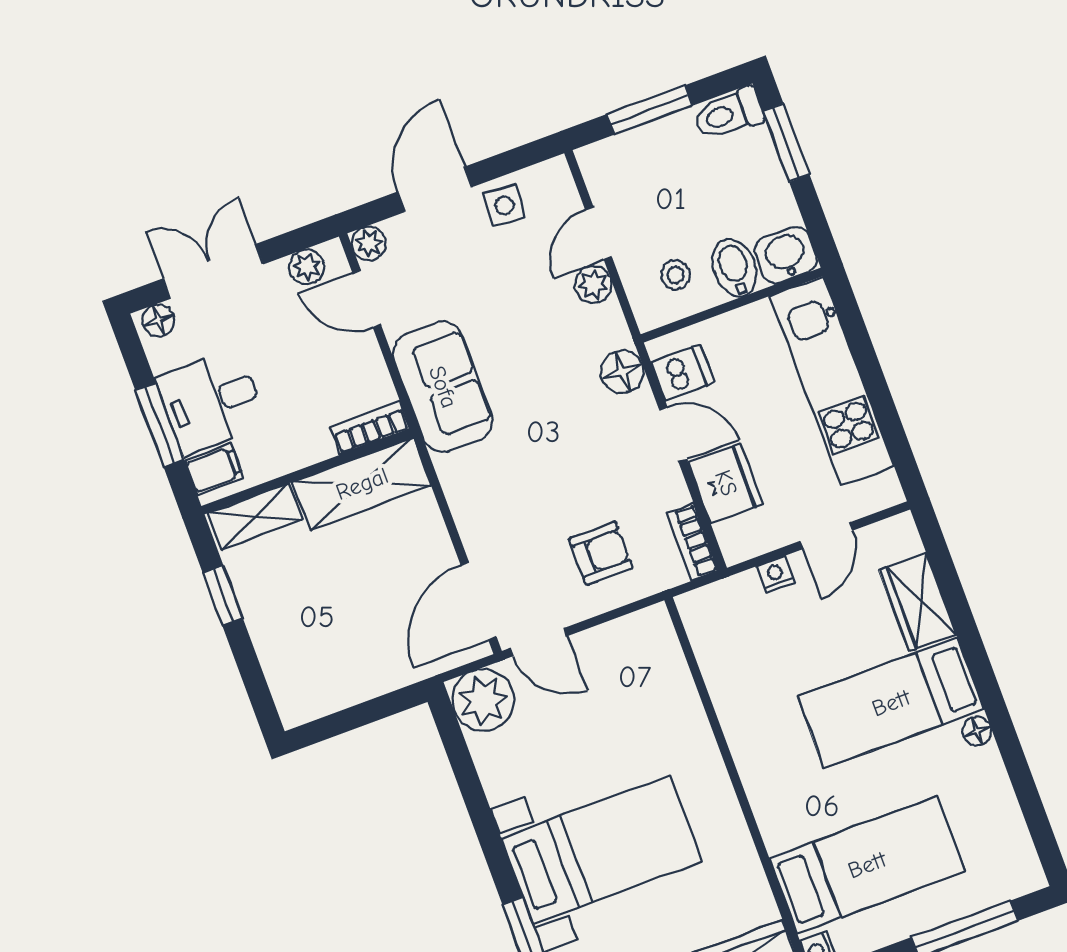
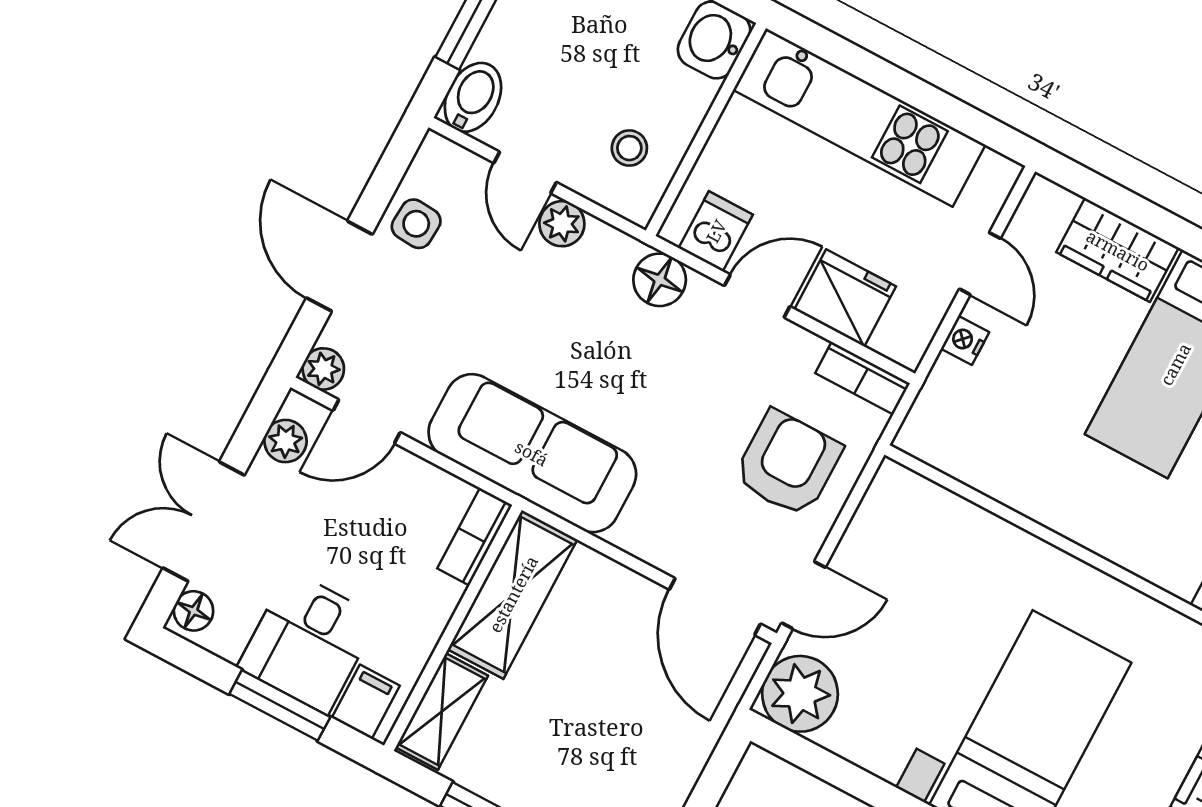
bidet: (734, 268) -> (473, 97), moved, turned 90
sofa: (443, 387) -> (532, 453), width x1.36
armchair: (601, 553) -> (788, 463), width x1.38, depth x1.38

